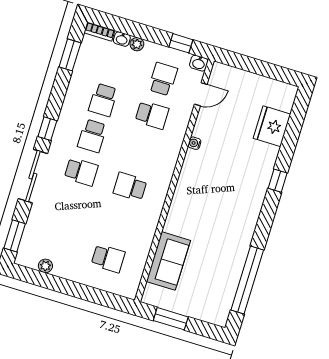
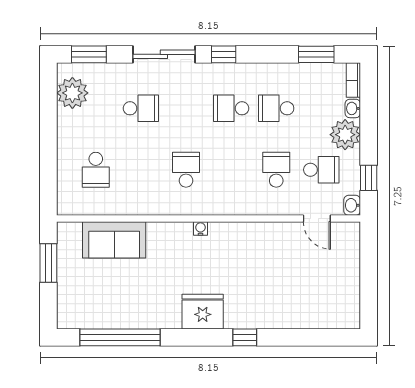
plant: (137, 44) -> (345, 135), width x1.88, depth x1.88
school desk: (152, 115) -> (276, 170), turned 180
fridge: (272, 126) -> (203, 312), moved
water cooler: (194, 143) -> (200, 229), moved
school desk: (81, 172) -> (141, 108), moved, turned -90
plant: (45, 266) -> (72, 93), width x1.87, depth x1.87

